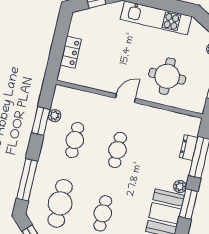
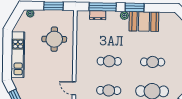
door: (125, 98) -> (74, 88), moved

